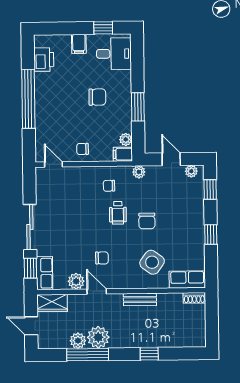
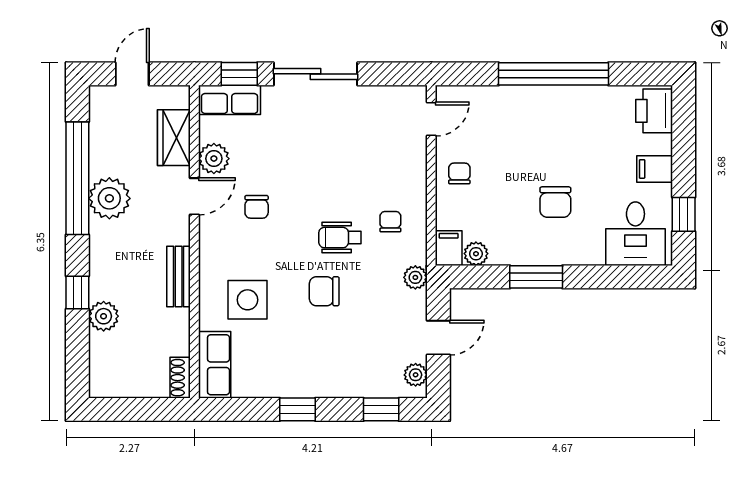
printer: (44, 59) -> (654, 111), moved, turned 90
side table: (152, 262) -> (247, 300), turned -36
wardrobe: (52, 303) -> (174, 138), moved
plant: (78, 341) -> (104, 316), moved
window: (88, 355) -> (77, 178), width x1.46

